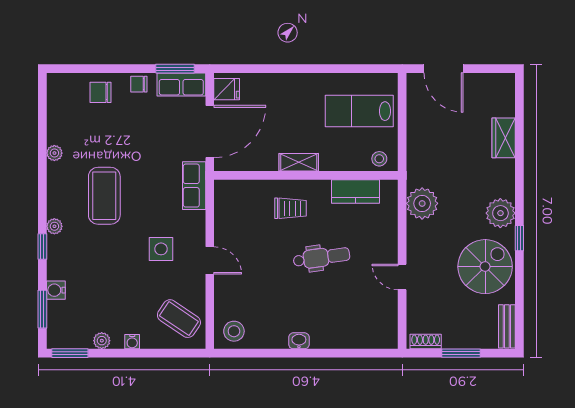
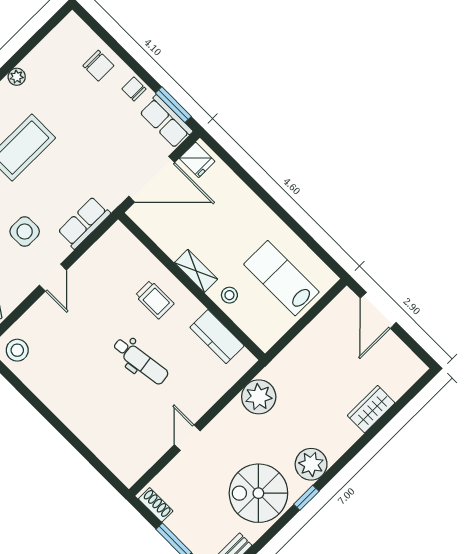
chair: (100, 92) -> (98, 66), turned 180
stool: (379, 159) -> (229, 295), moved
row of seats: (194, 186) -> (84, 223), moved
spiral stairs: (485, 267) -> (258, 493), turned 180
washbasin: (299, 341) -> (59, 407), removed

